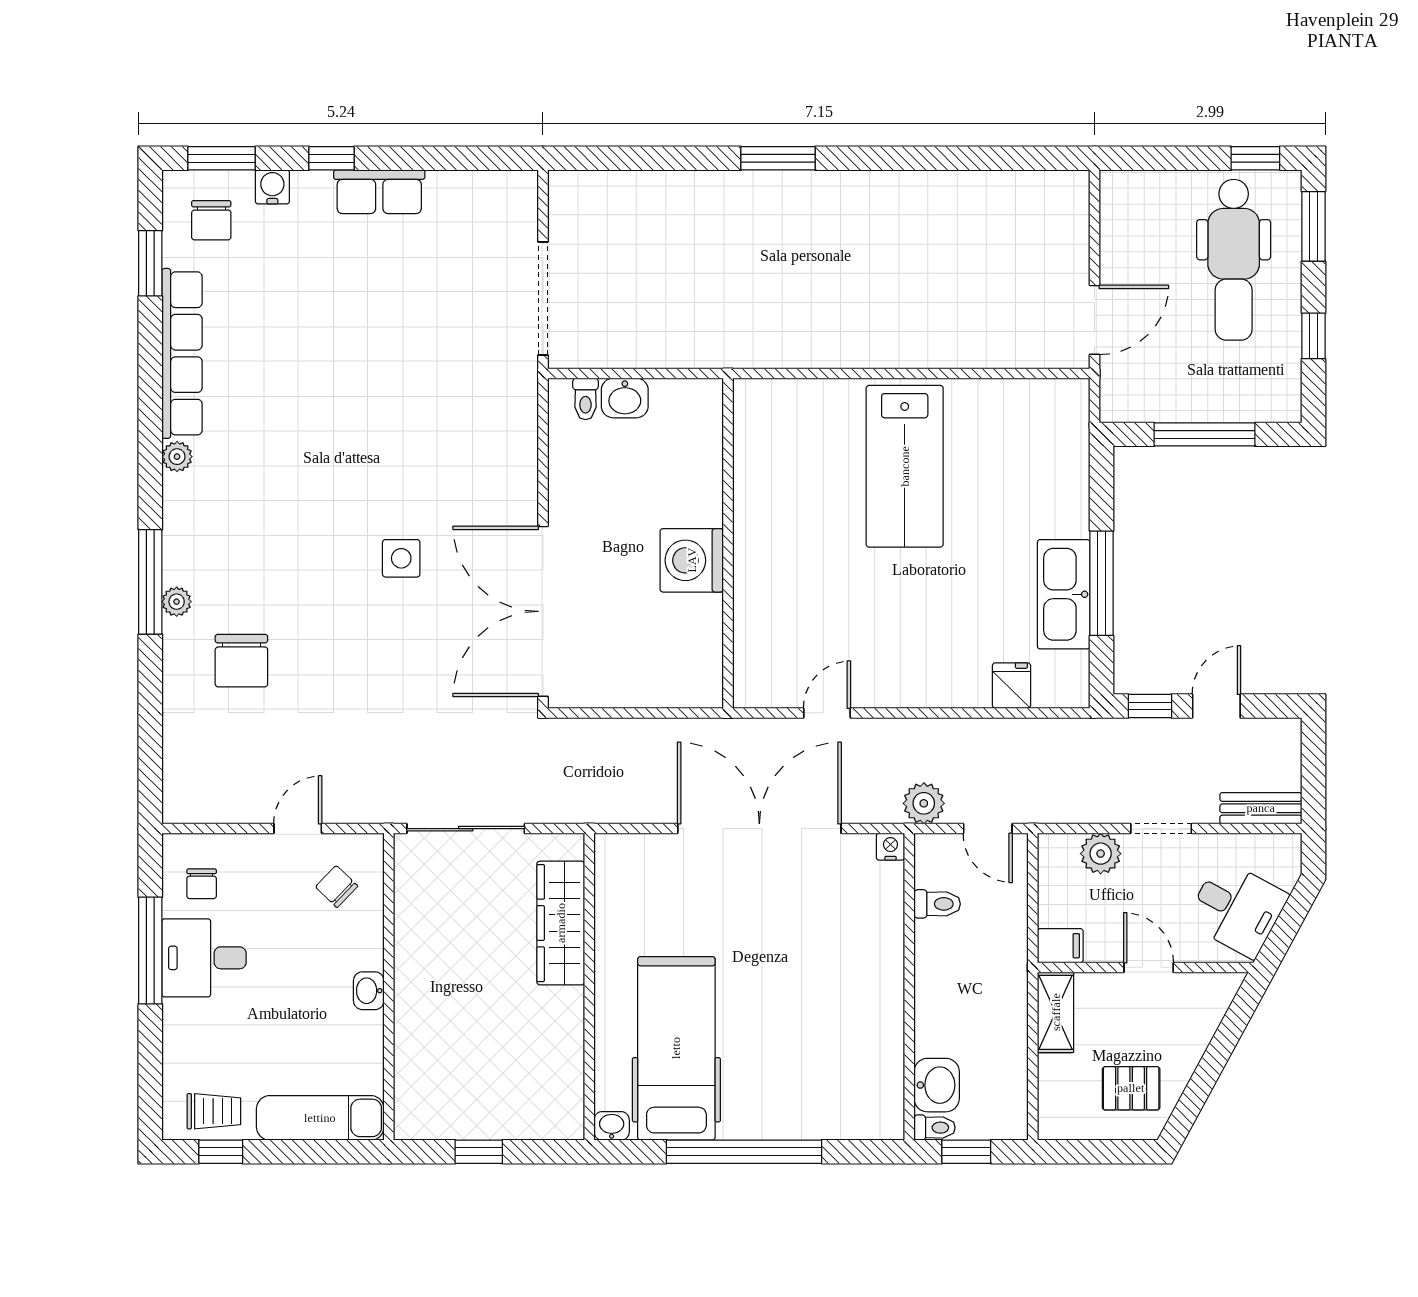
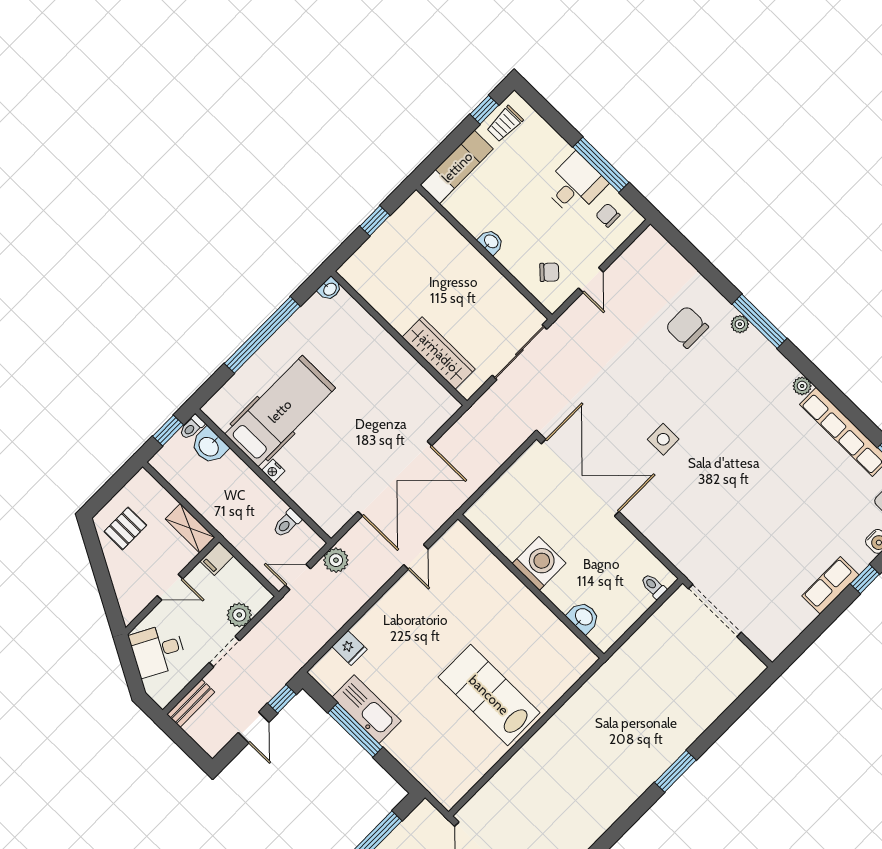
washbasin: (625, 398) -> (583, 617), moved, turned 90
nightstand: (890, 847) -> (273, 471), moved, turned 90
hospital bed: (676, 1048) -> (280, 411), moved, turned -90

